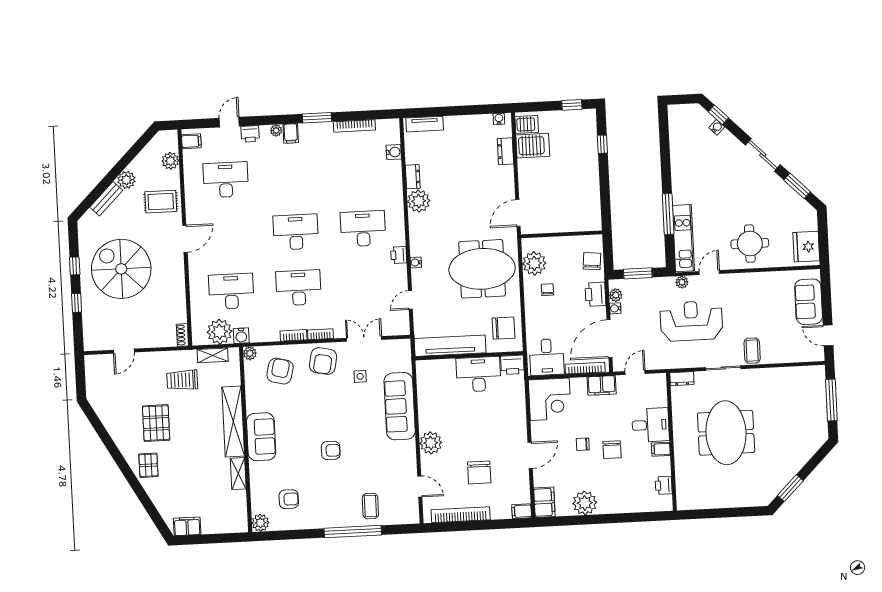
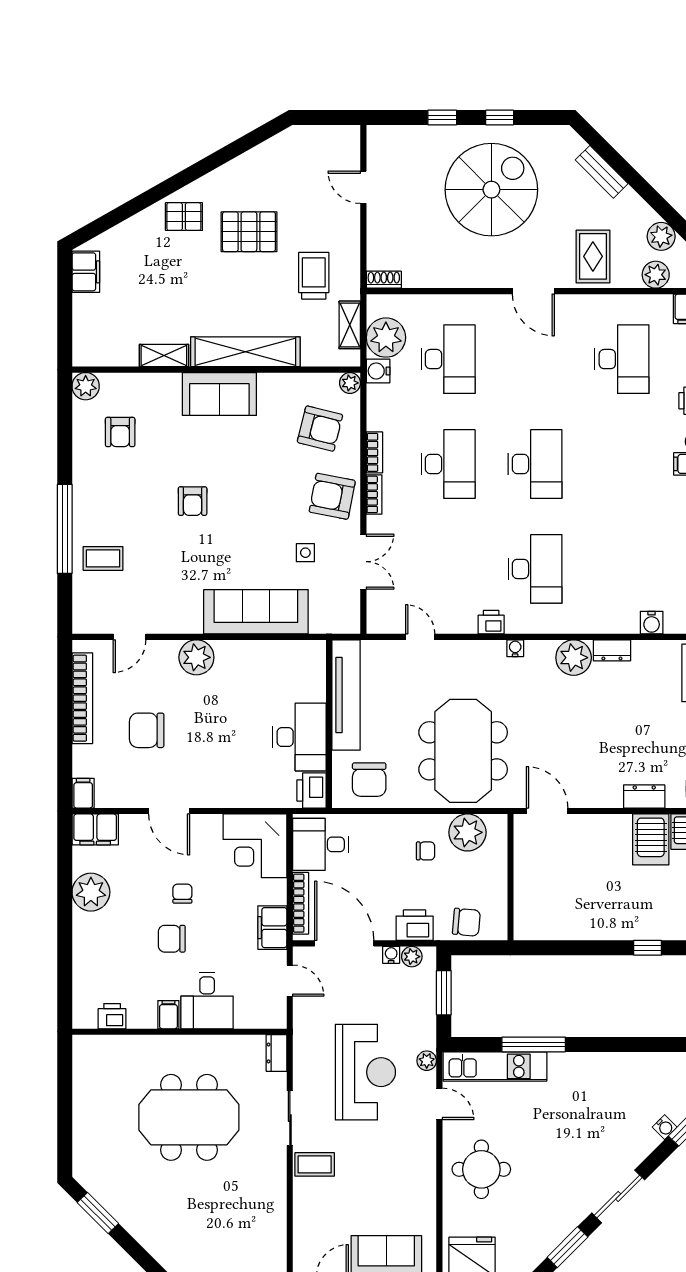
plant: (126, 180) -> (661, 236), moved
water cooler: (416, 262) -> (515, 648), moved

